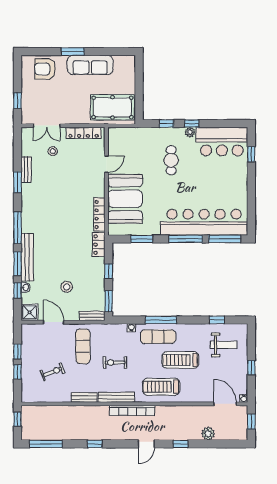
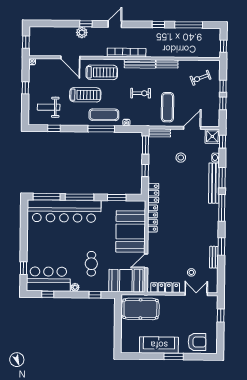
window: (192, 124) -> (48, 294), moved
booth: (130, 141) -> (126, 281), added
window: (18, 290) -> (222, 142), moved
door: (53, 322) -> (192, 128), swing flipped
exercise bike: (52, 372) -> (200, 78), moved
door: (225, 404) -> (70, 58), moved
plant: (208, 434) -> (82, 33), moved
window: (46, 444) -> (189, 25), moved

